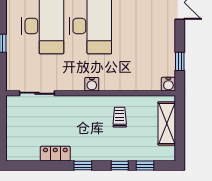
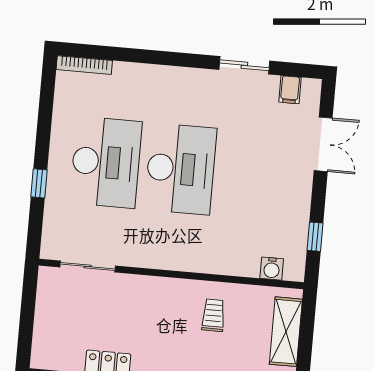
water cooler: (92, 84) -> (174, 260), removed
water cooler: (168, 84) -> (272, 269), moved

